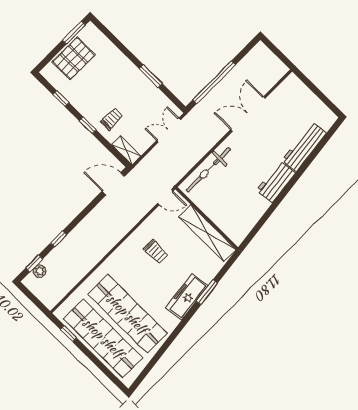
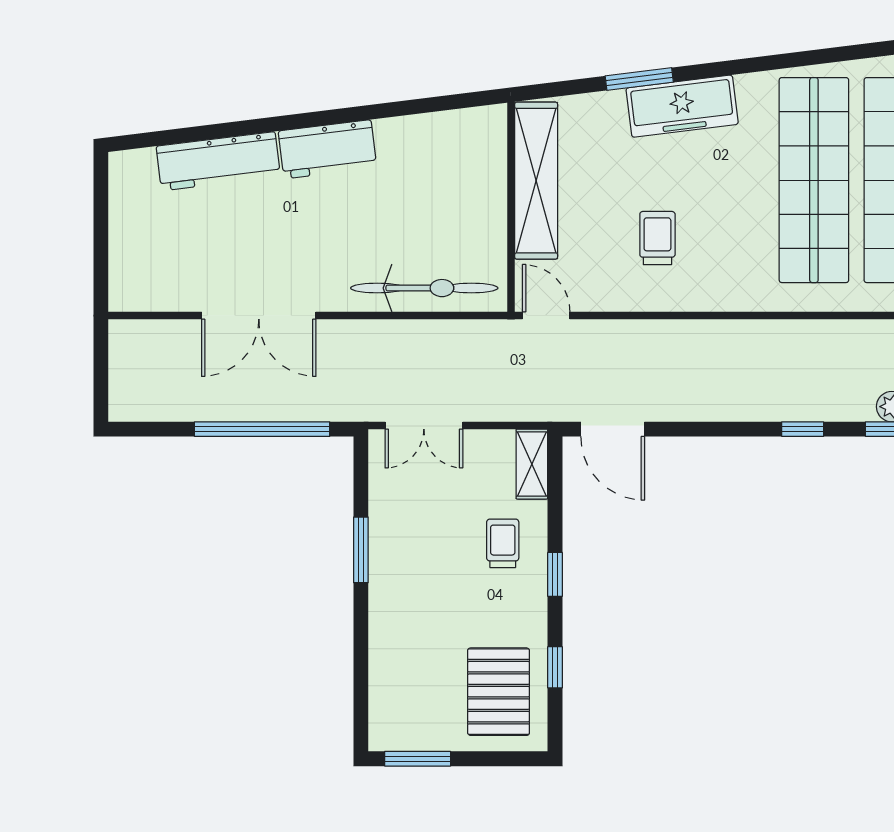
pallet: (74, 58) -> (499, 692), moved, turned 90
trolley: (112, 119) -> (503, 543), turned 90

